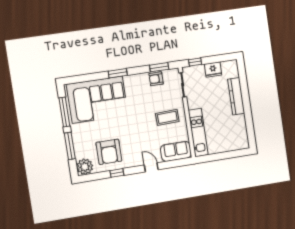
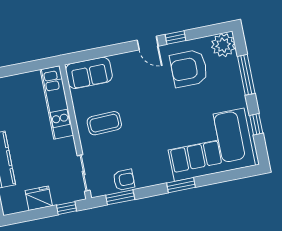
window: (64, 112) -> (256, 124), width x0.46
armchair: (109, 152) -> (189, 68), turned -90
door: (151, 167) -> (148, 43), moved

